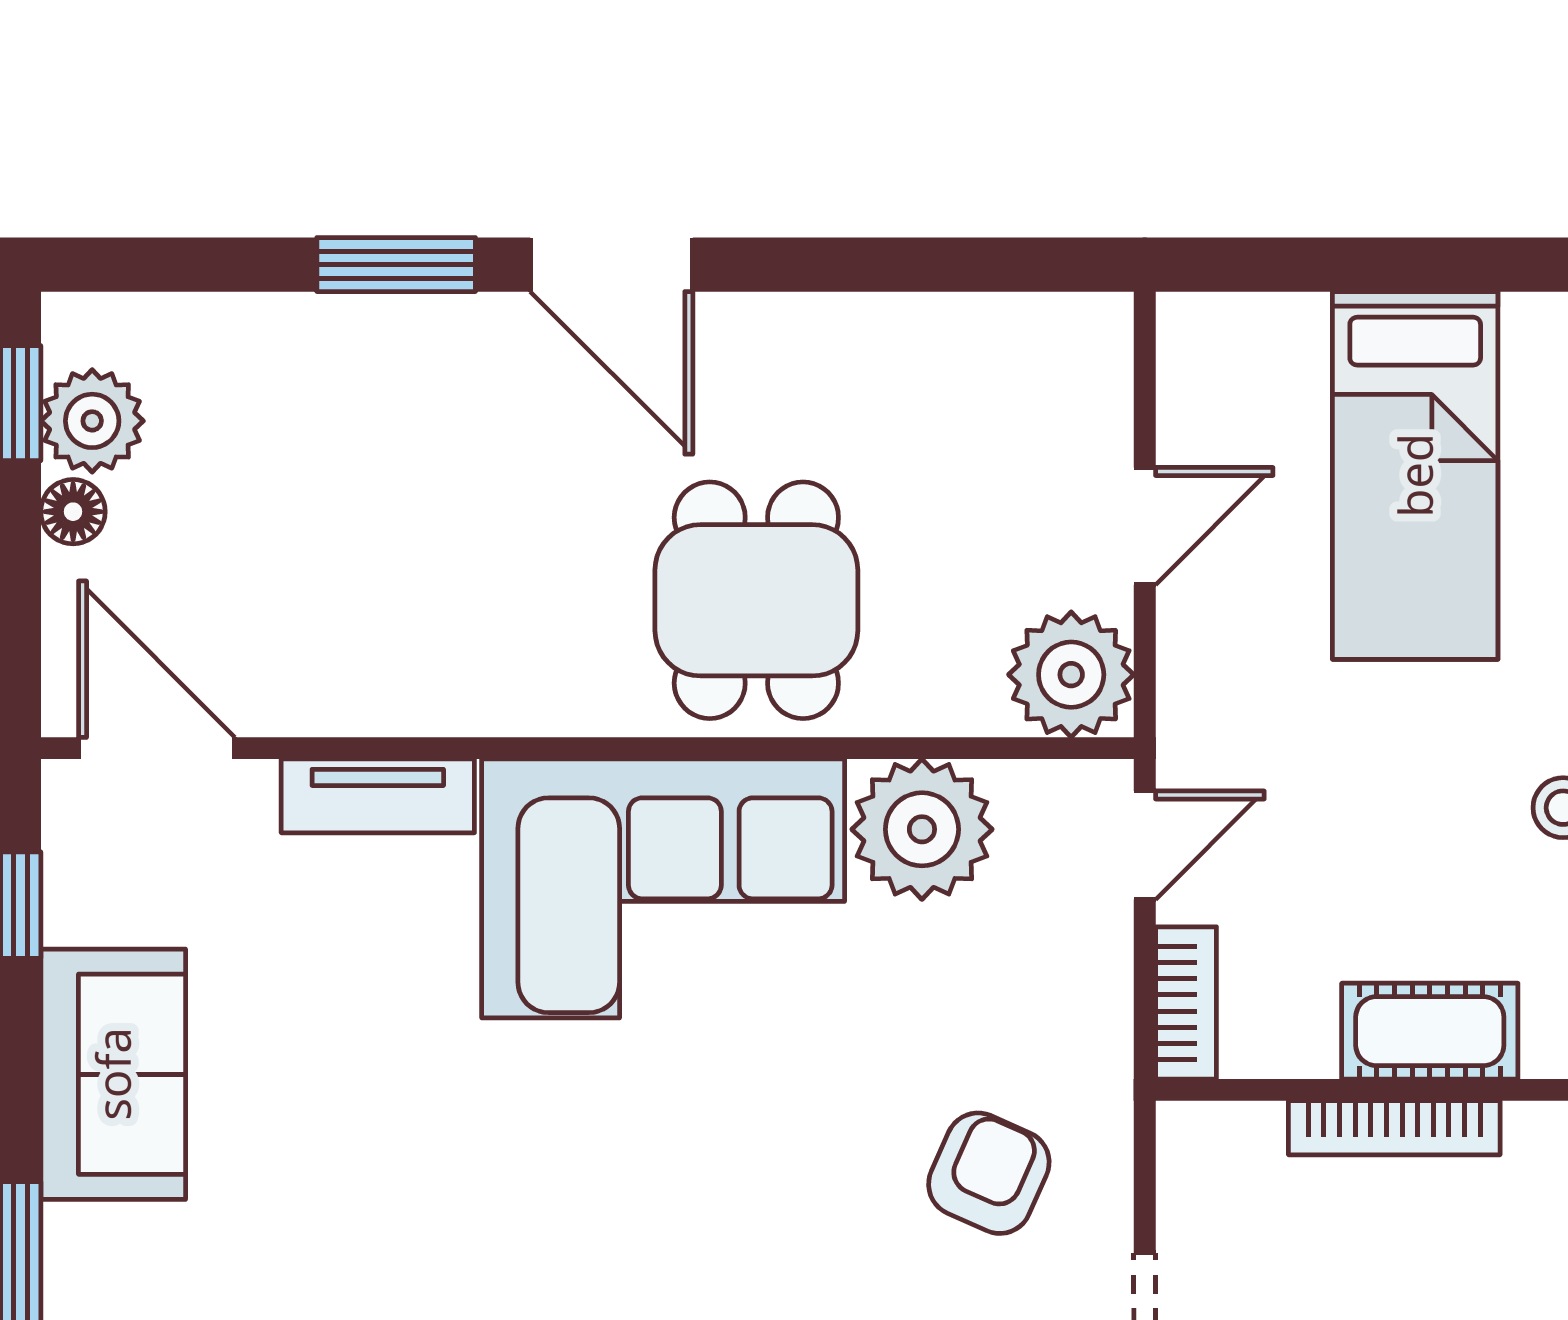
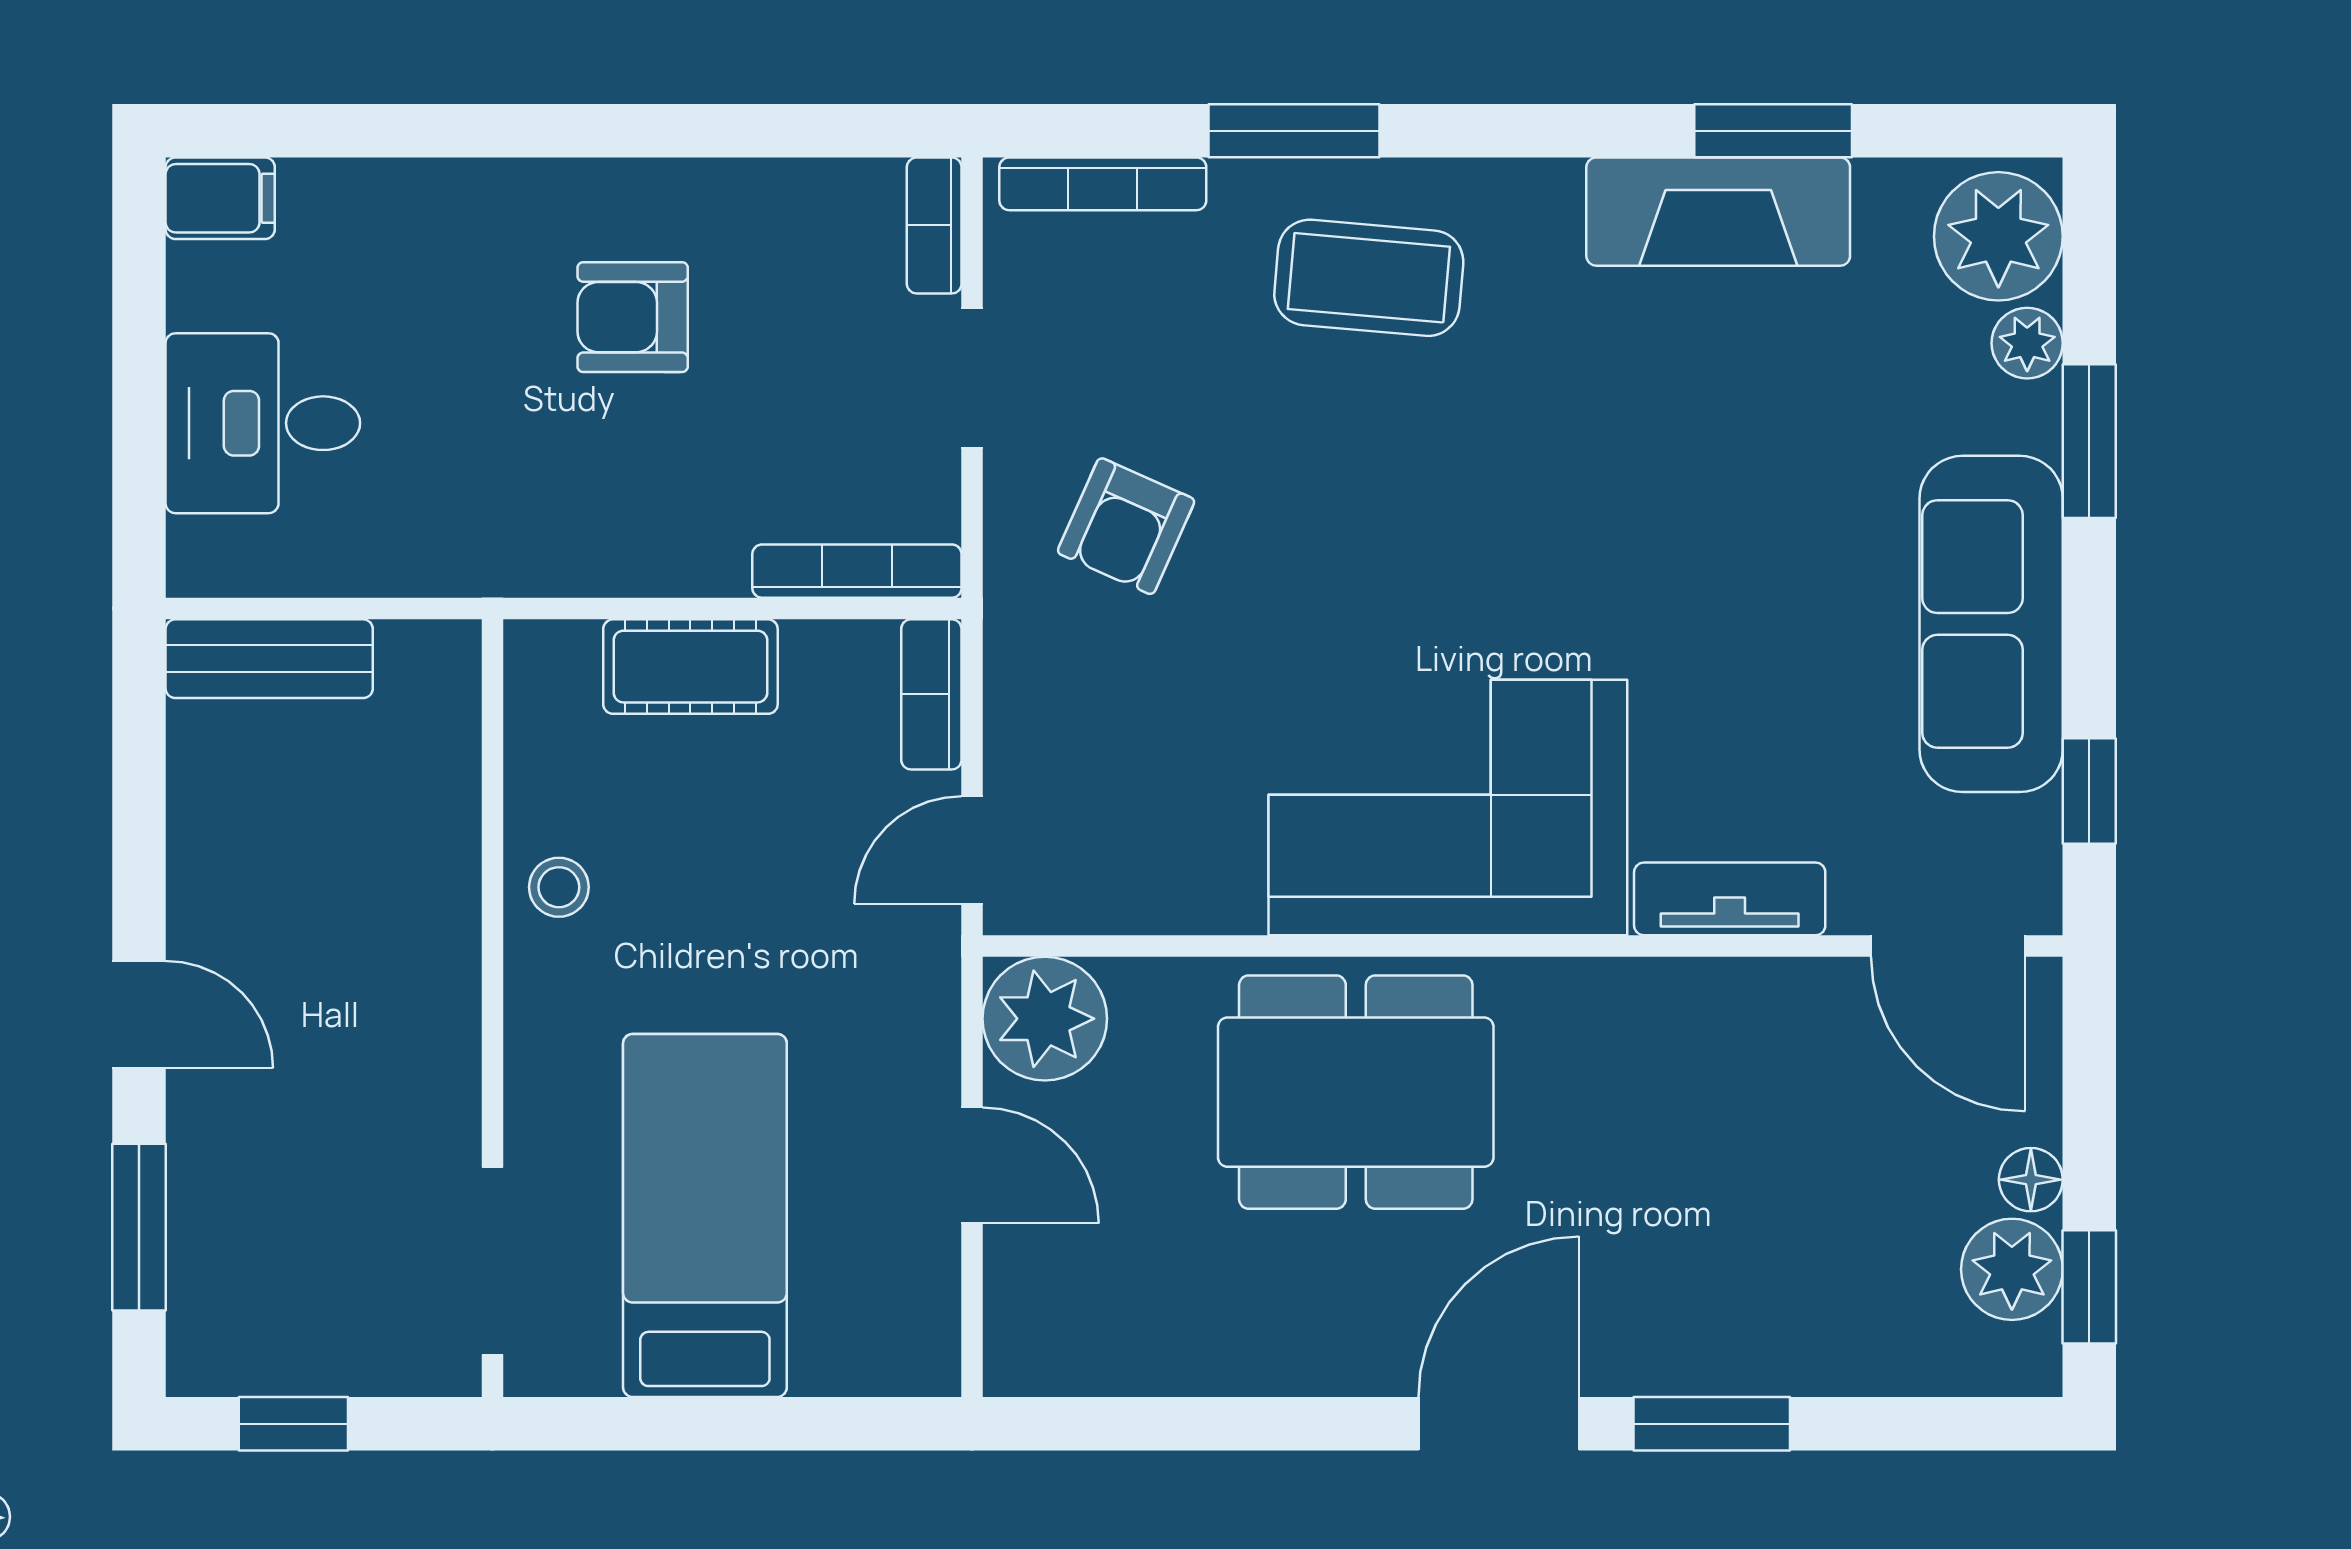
door: (612, 265) -> (1499, 1424), hinge flipped
door: (1145, 526) -> (972, 1165), swing flipped
dining table: (756, 600) -> (1356, 1092), width x1.38
plant: (922, 829) -> (1192, 866), removed
sofa: (113, 1074) -> (1991, 624), width x1.36
bookcase: (1394, 1128) -> (857, 571), moved

